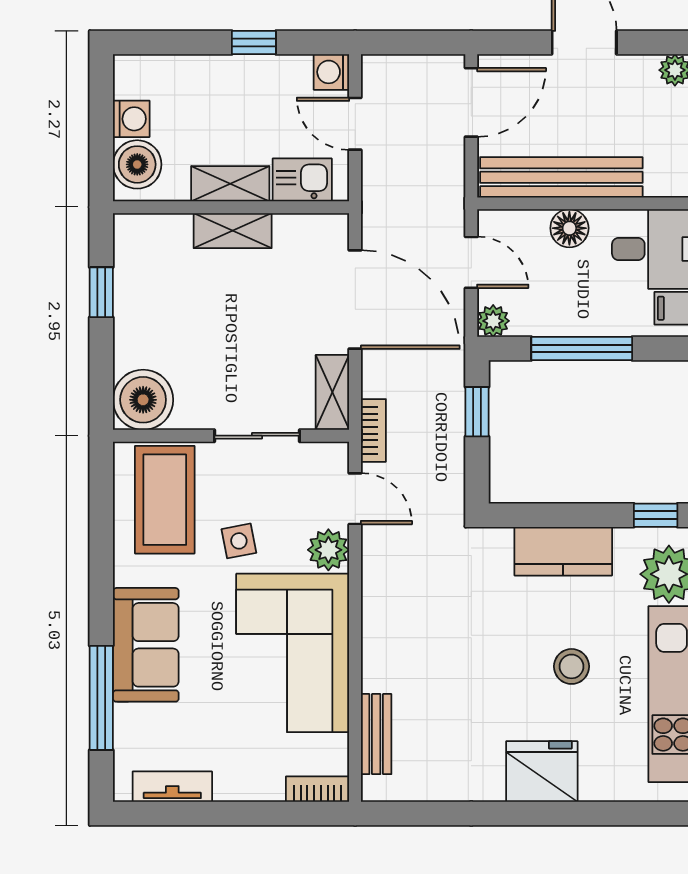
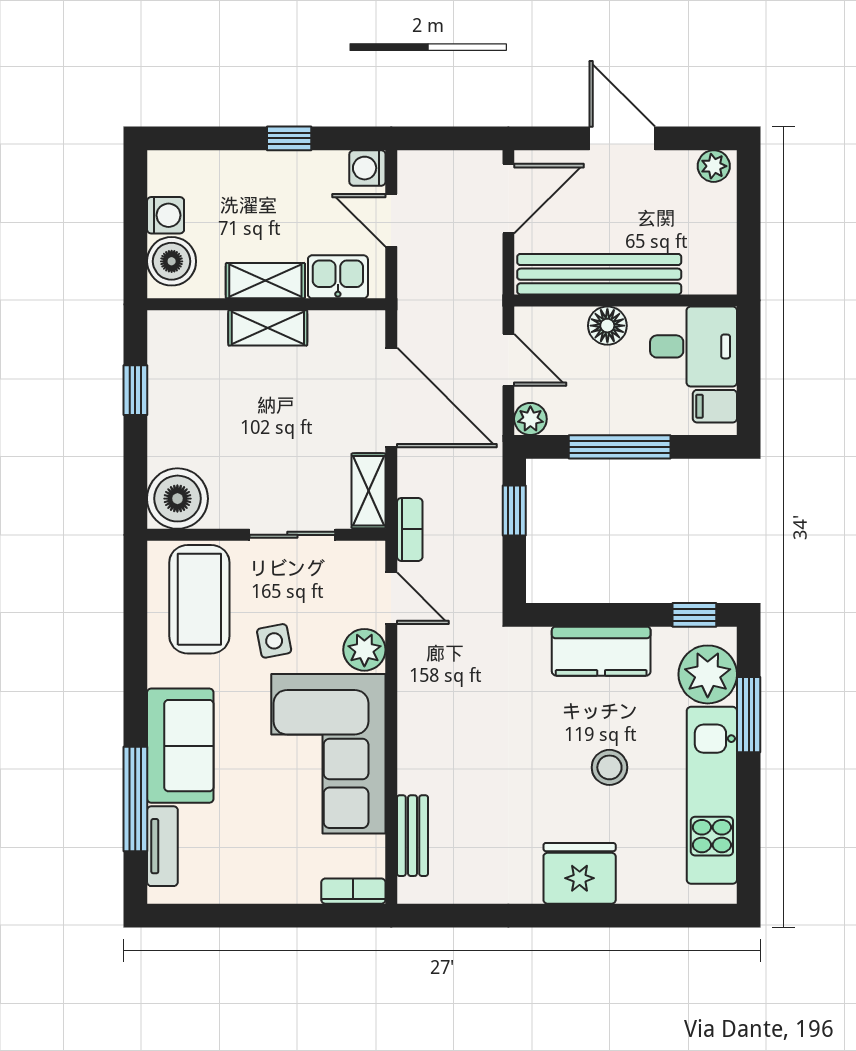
tv unit: (172, 787) -> (162, 846), moved, turned 90

